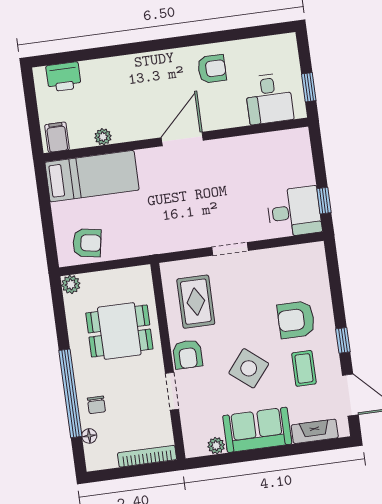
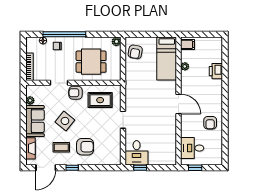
printer: (64, 77) -> (216, 71), moved
armchair: (296, 320) -> (85, 147), turned 90
dining table: (119, 331) -> (91, 62), turned 90

